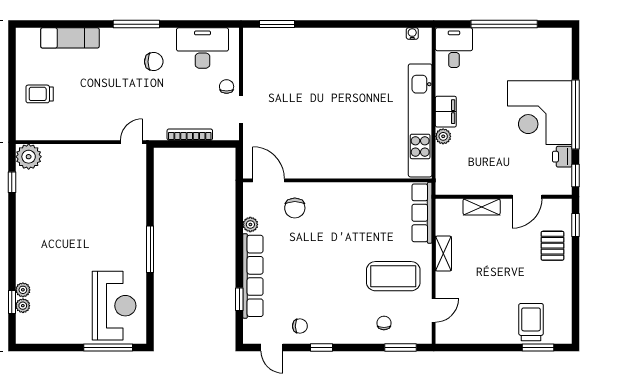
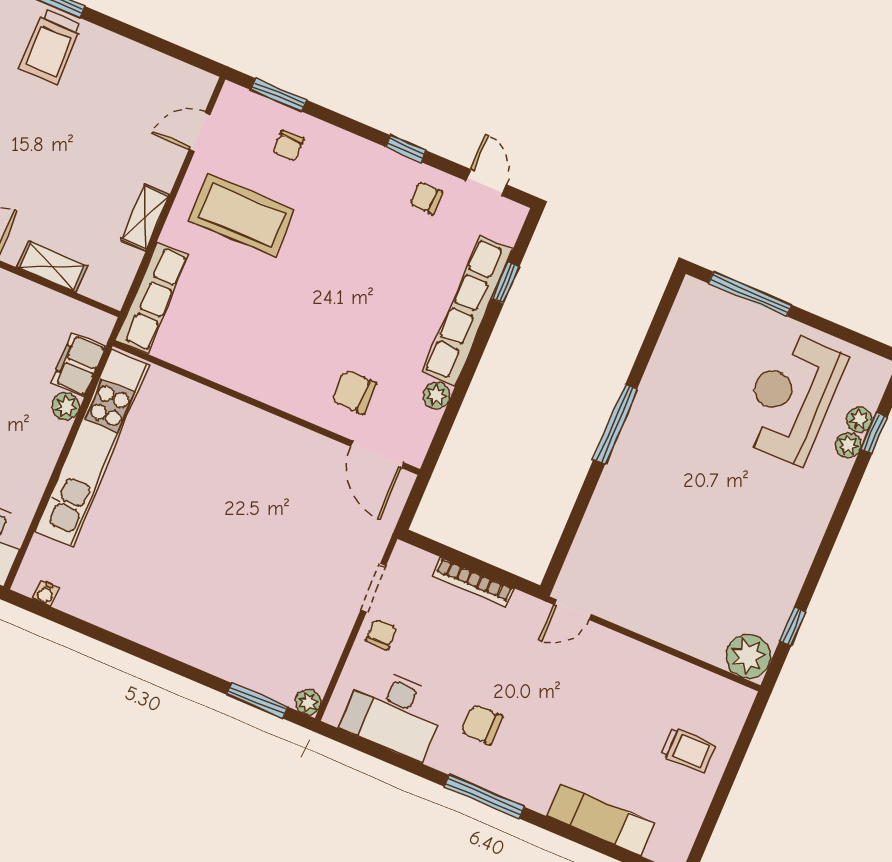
plant: (250, 35) -> (308, 702), added
chair: (227, 87) -> (381, 634), turned 180
filing cabinet: (446, 112) -> (78, 365), moved
chair: (295, 208) -> (354, 392), turned -90
reception desk: (114, 306) -> (791, 397), moved

